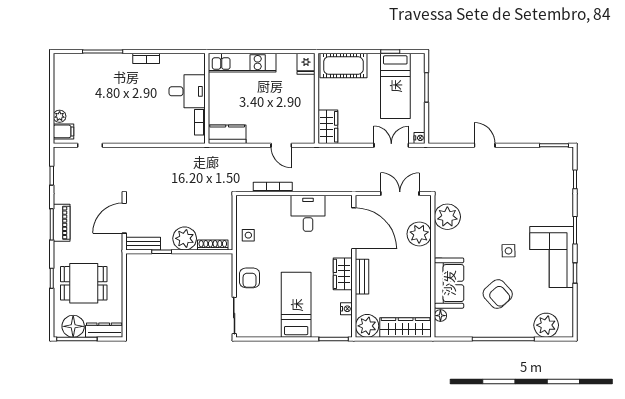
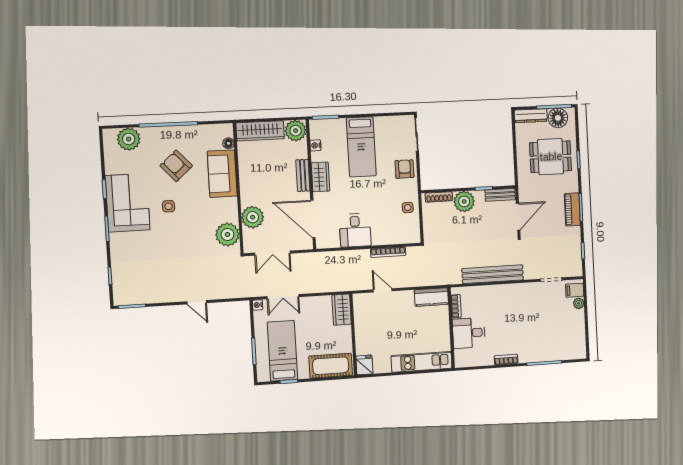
bench: (157, 155) -> (493, 274), added

